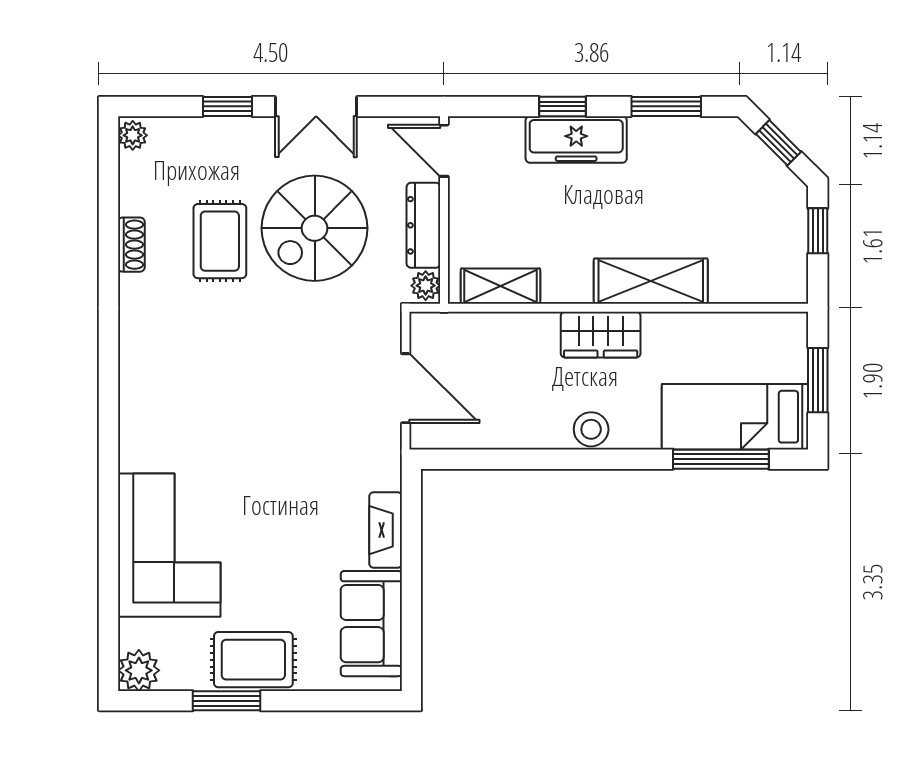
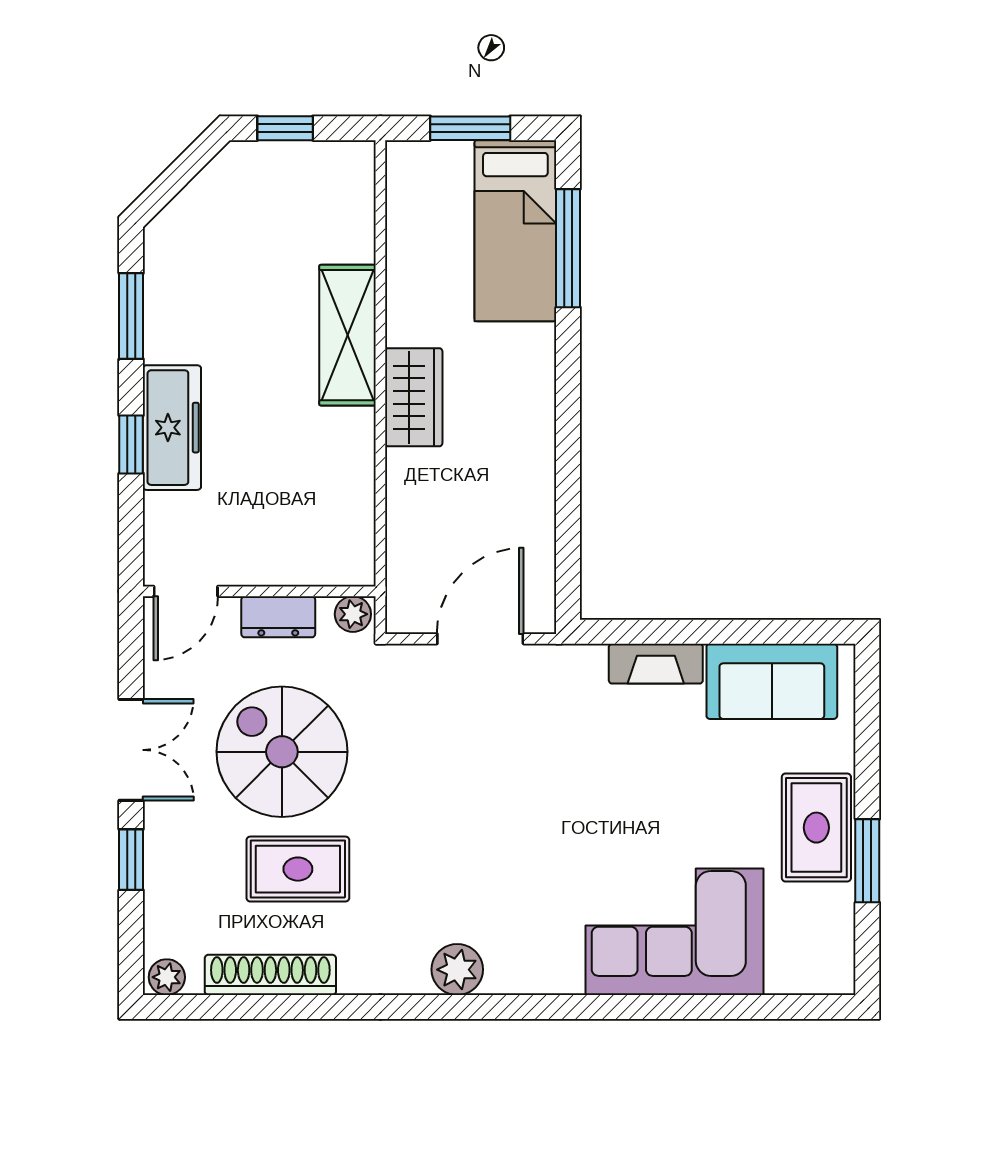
window: (778, 143) -> (176, 177), removed
dresser: (423, 225) -> (278, 617), width x0.70
spiral stairs: (315, 228) -> (282, 752), turned 180
shoe rack: (131, 245) -> (270, 975), width x1.94, depth x1.24
shelving: (501, 286) -> (354, 521), removed
stool: (591, 429) -> (531, 409), removed
plant: (139, 670) -> (457, 970), moved

